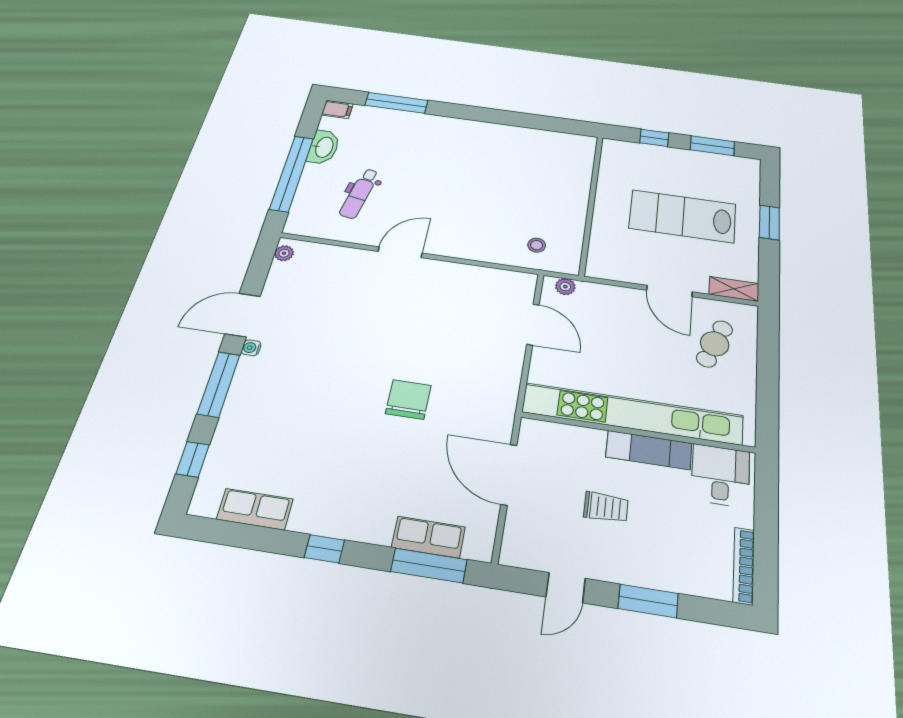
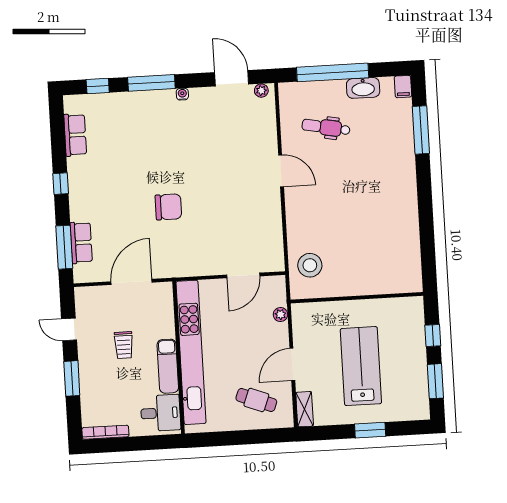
stool: (537, 245) -> (310, 265), width x1.89, depth x1.89
plant: (565, 287) -> (280, 315), moved
door: (243, 315) -> (232, 78), moved

